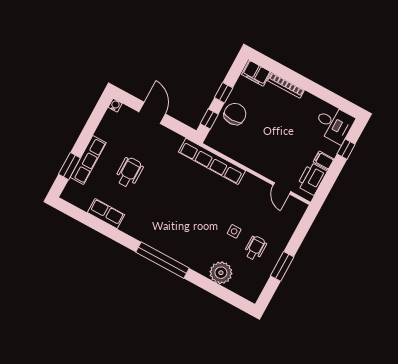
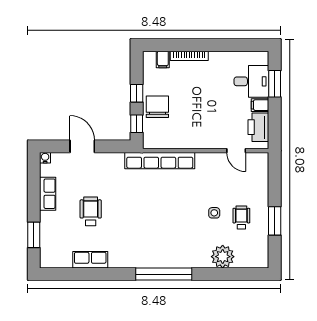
filing cabinet: (256, 73) -> (163, 59), width x0.50
desk: (334, 124) -> (251, 81), moved
window: (346, 149) -> (275, 84), width x1.50
row of seats: (88, 160) -> (48, 194), moved, width x0.68

